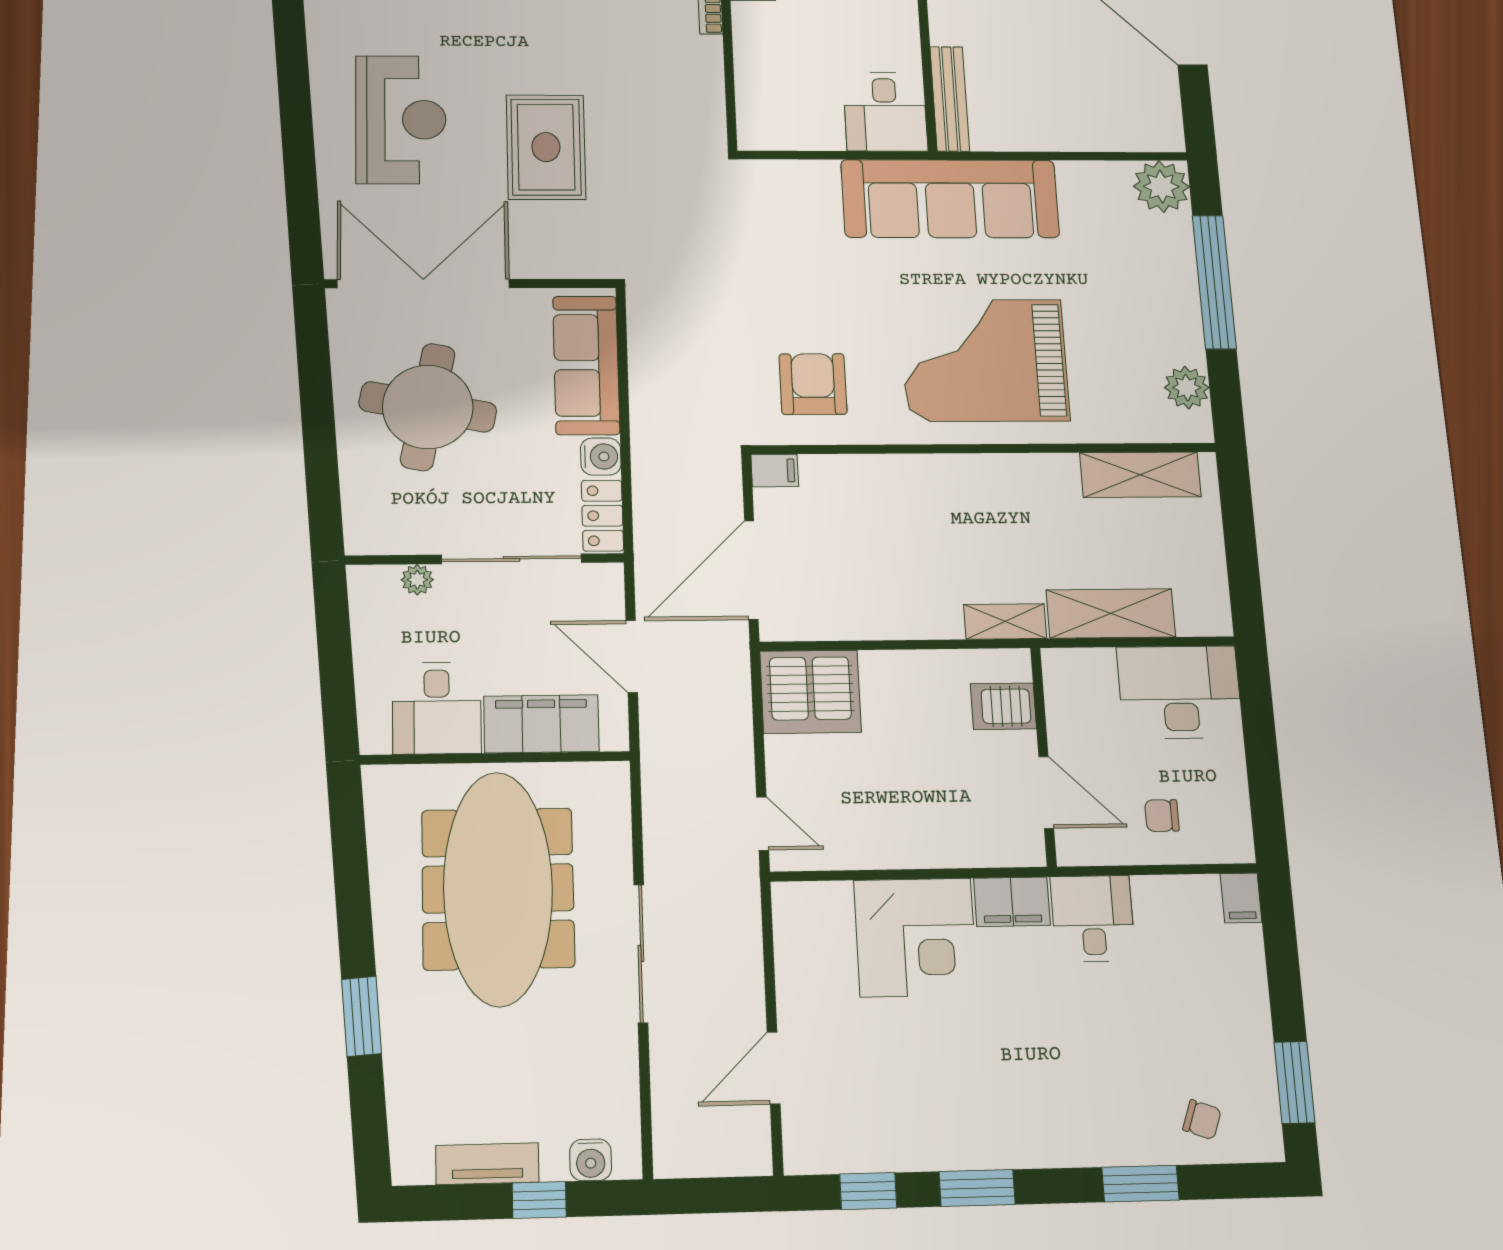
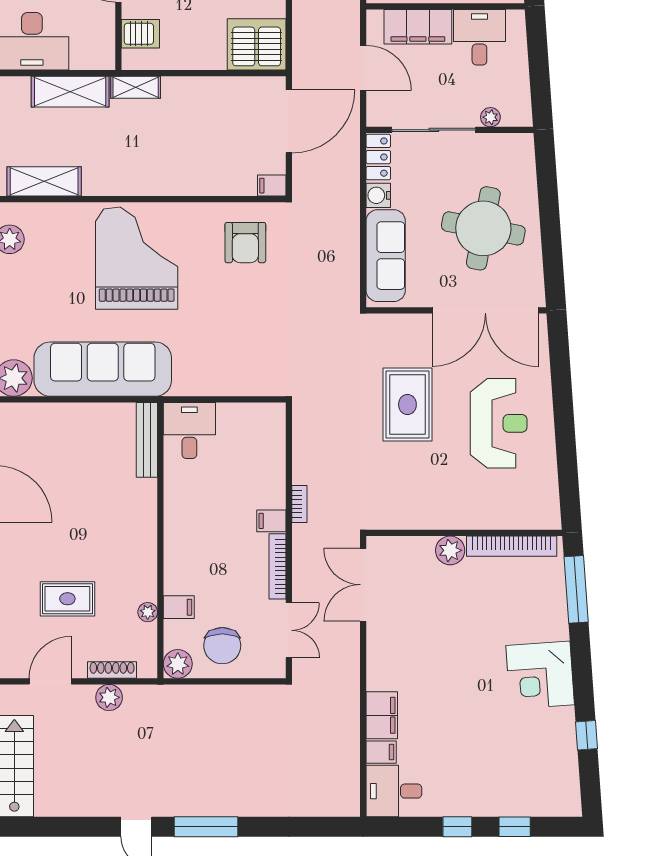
reception desk: (401, 120) -> (499, 423), turned 180
sofa: (950, 199) -> (103, 369), moved
grand piano: (984, 360) -> (137, 258), turned -90

